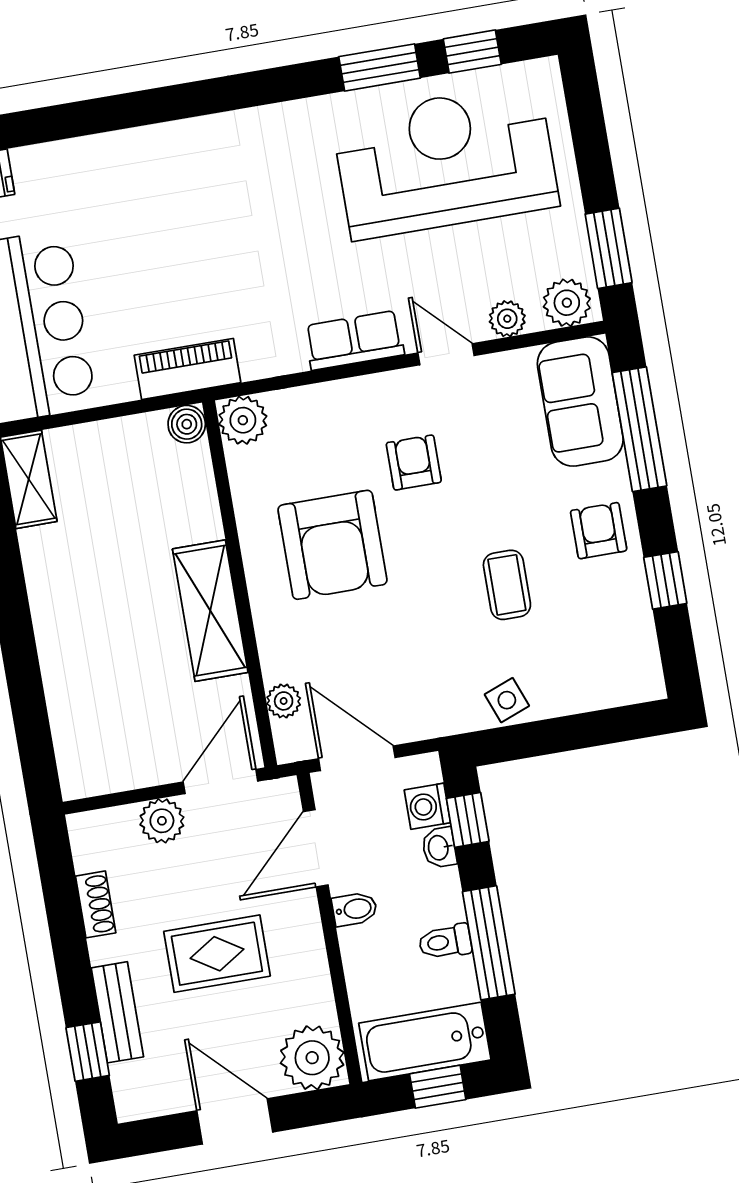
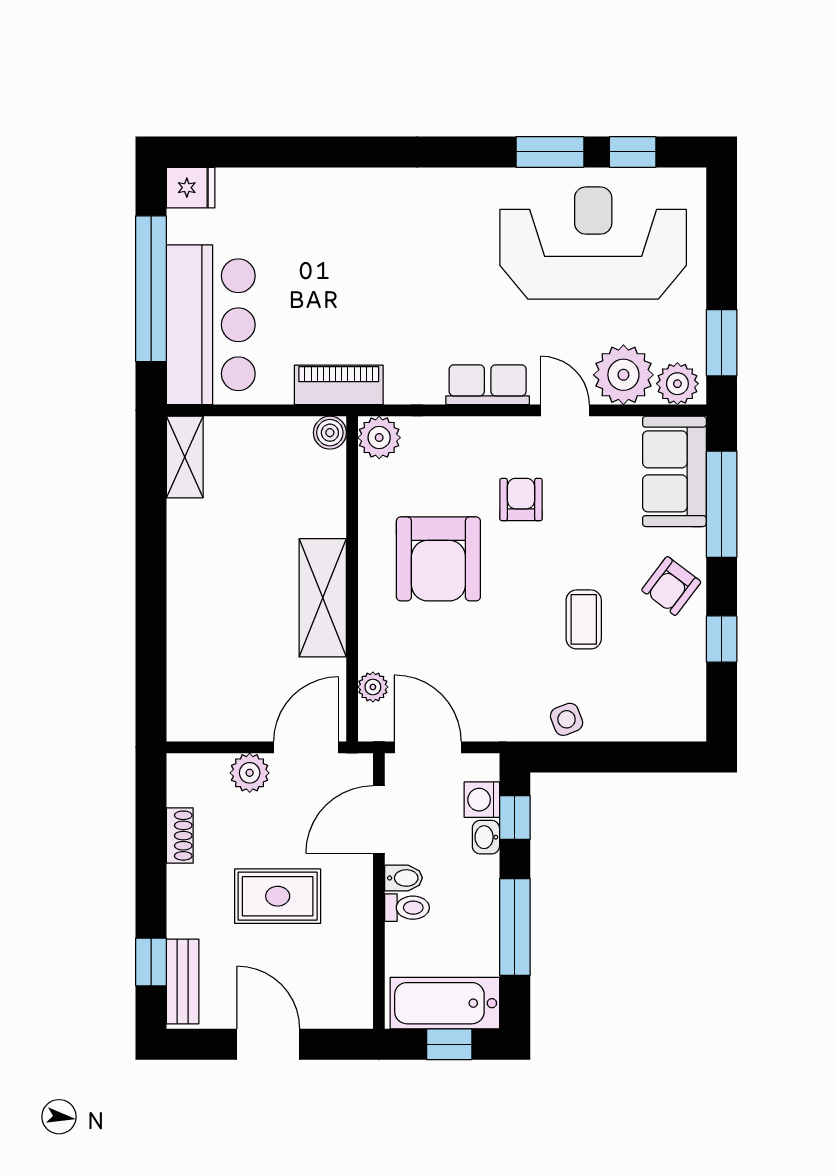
plant: (507, 319) -> (623, 375), width x1.87, depth x1.87
armchair: (599, 531) -> (671, 586), turned -143
toilet: (445, 942) -> (407, 908), moved, turned 180
bench: (117, 1012) -> (183, 981), moved
plant: (312, 1058) -> (345, 1001), removed

